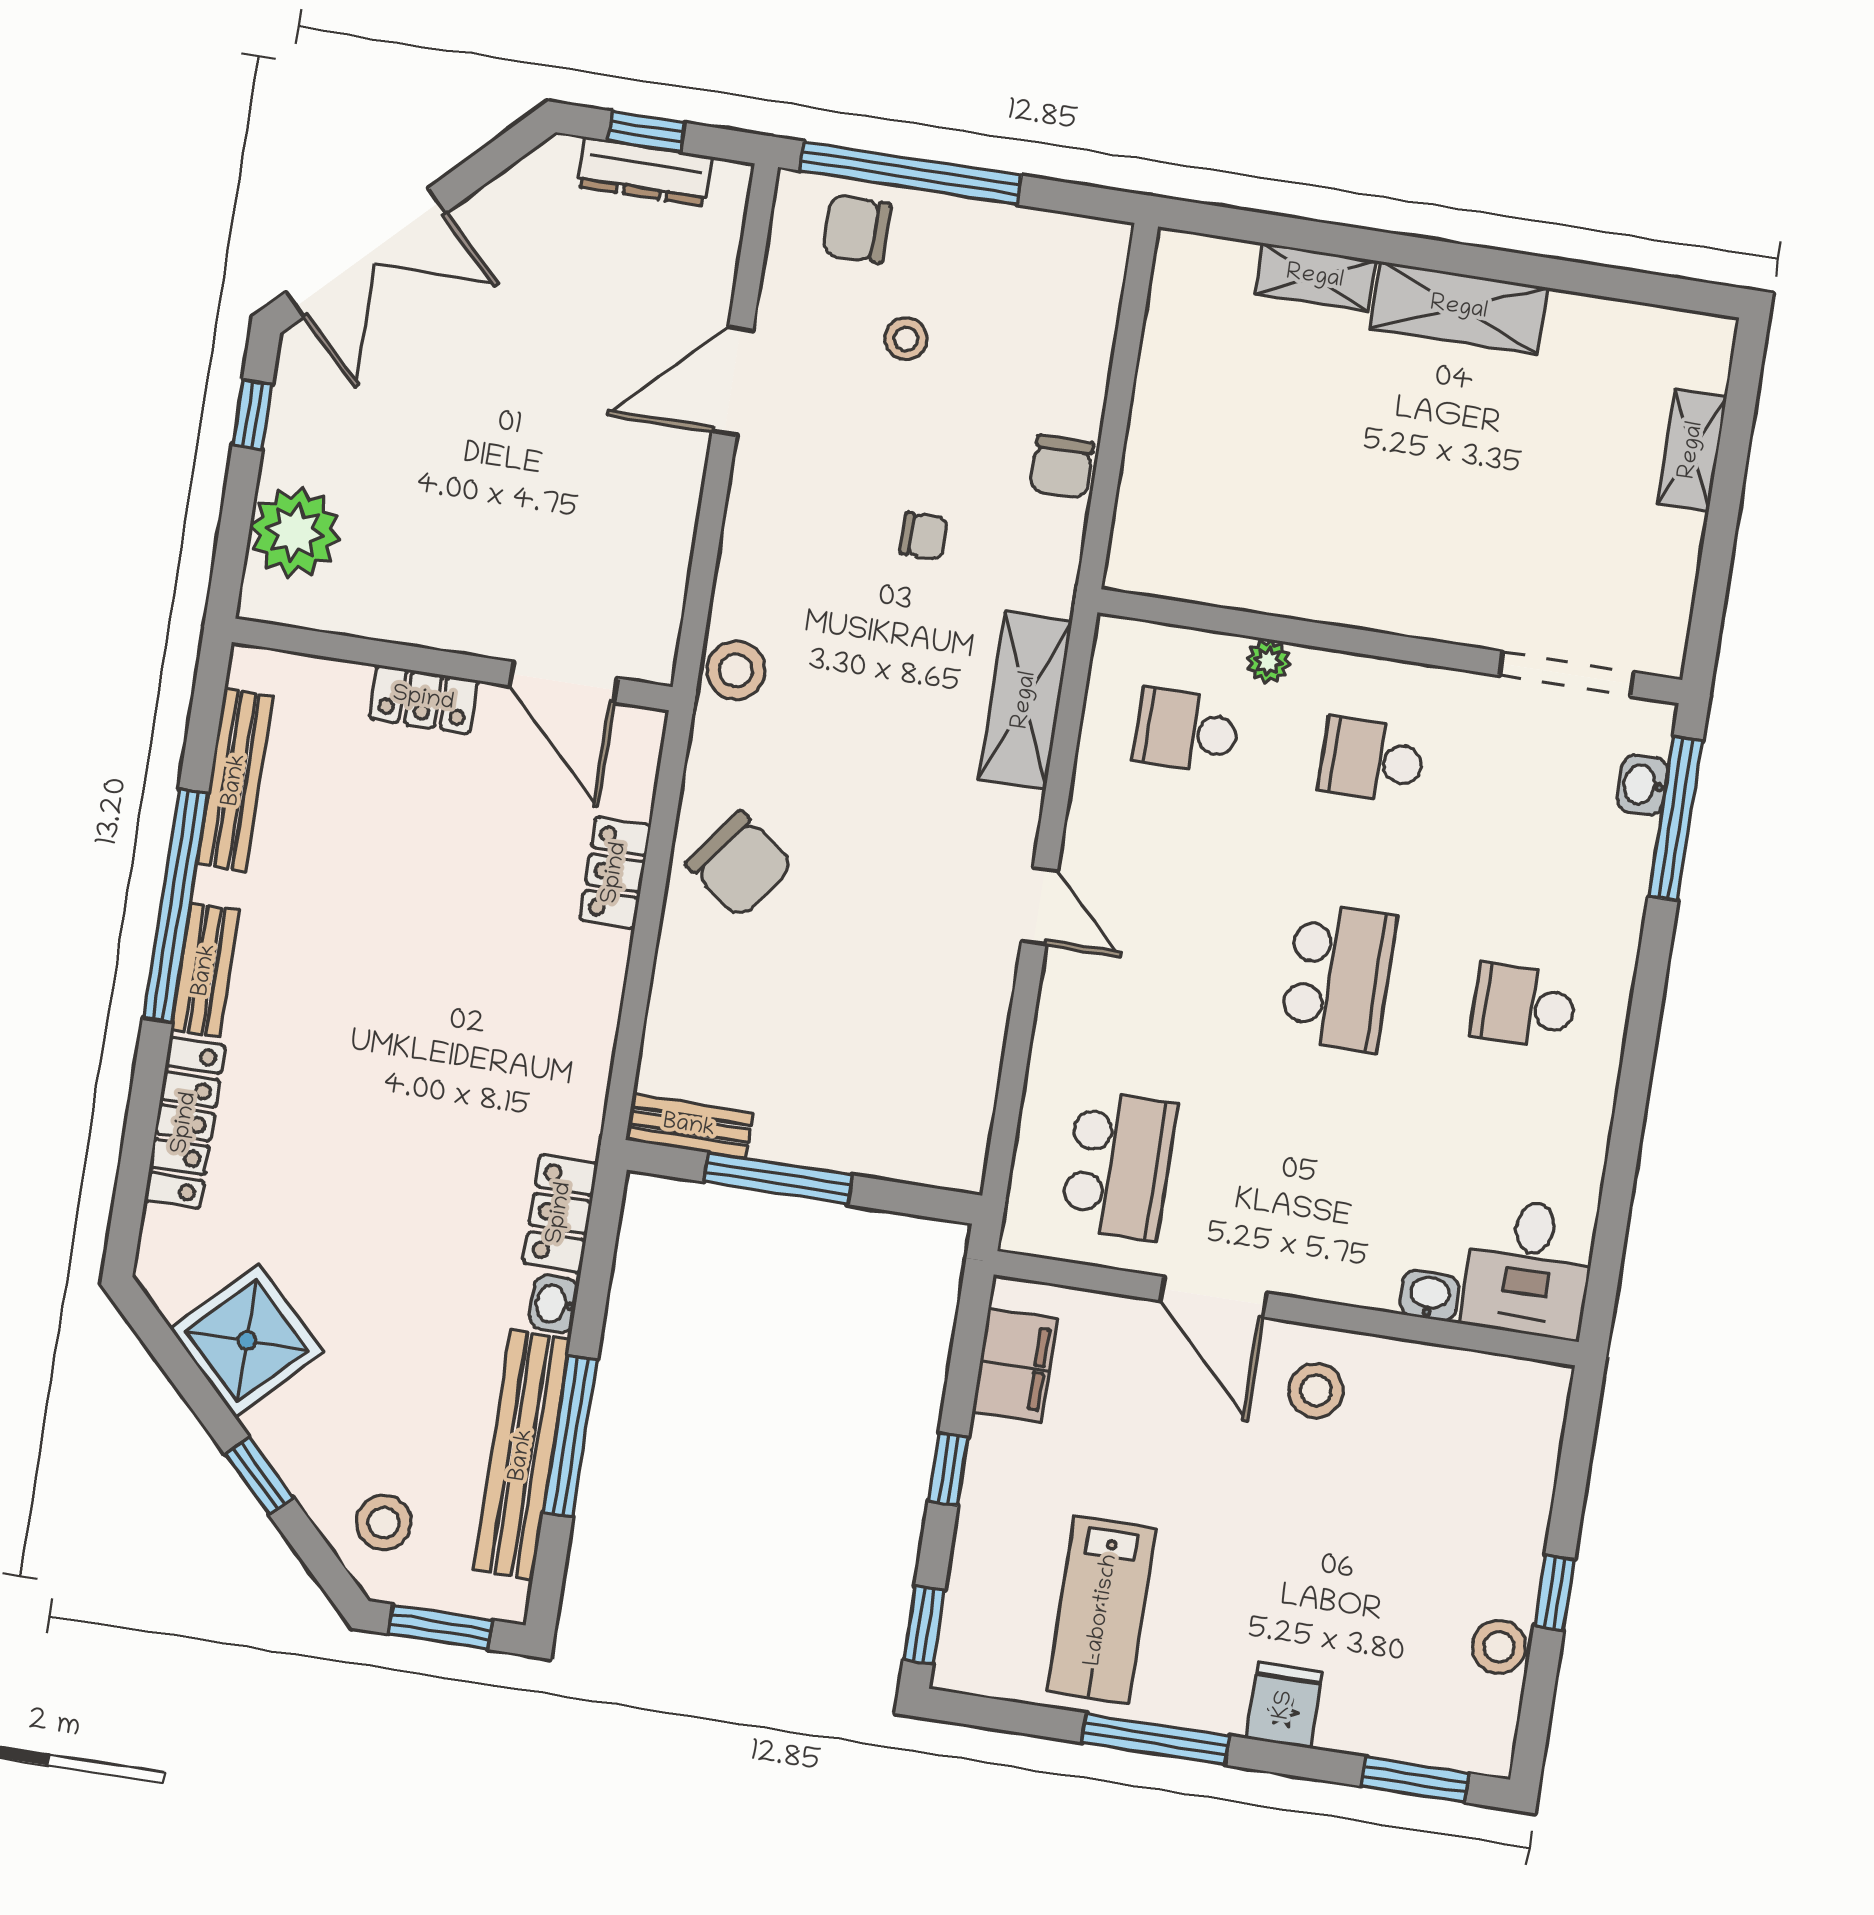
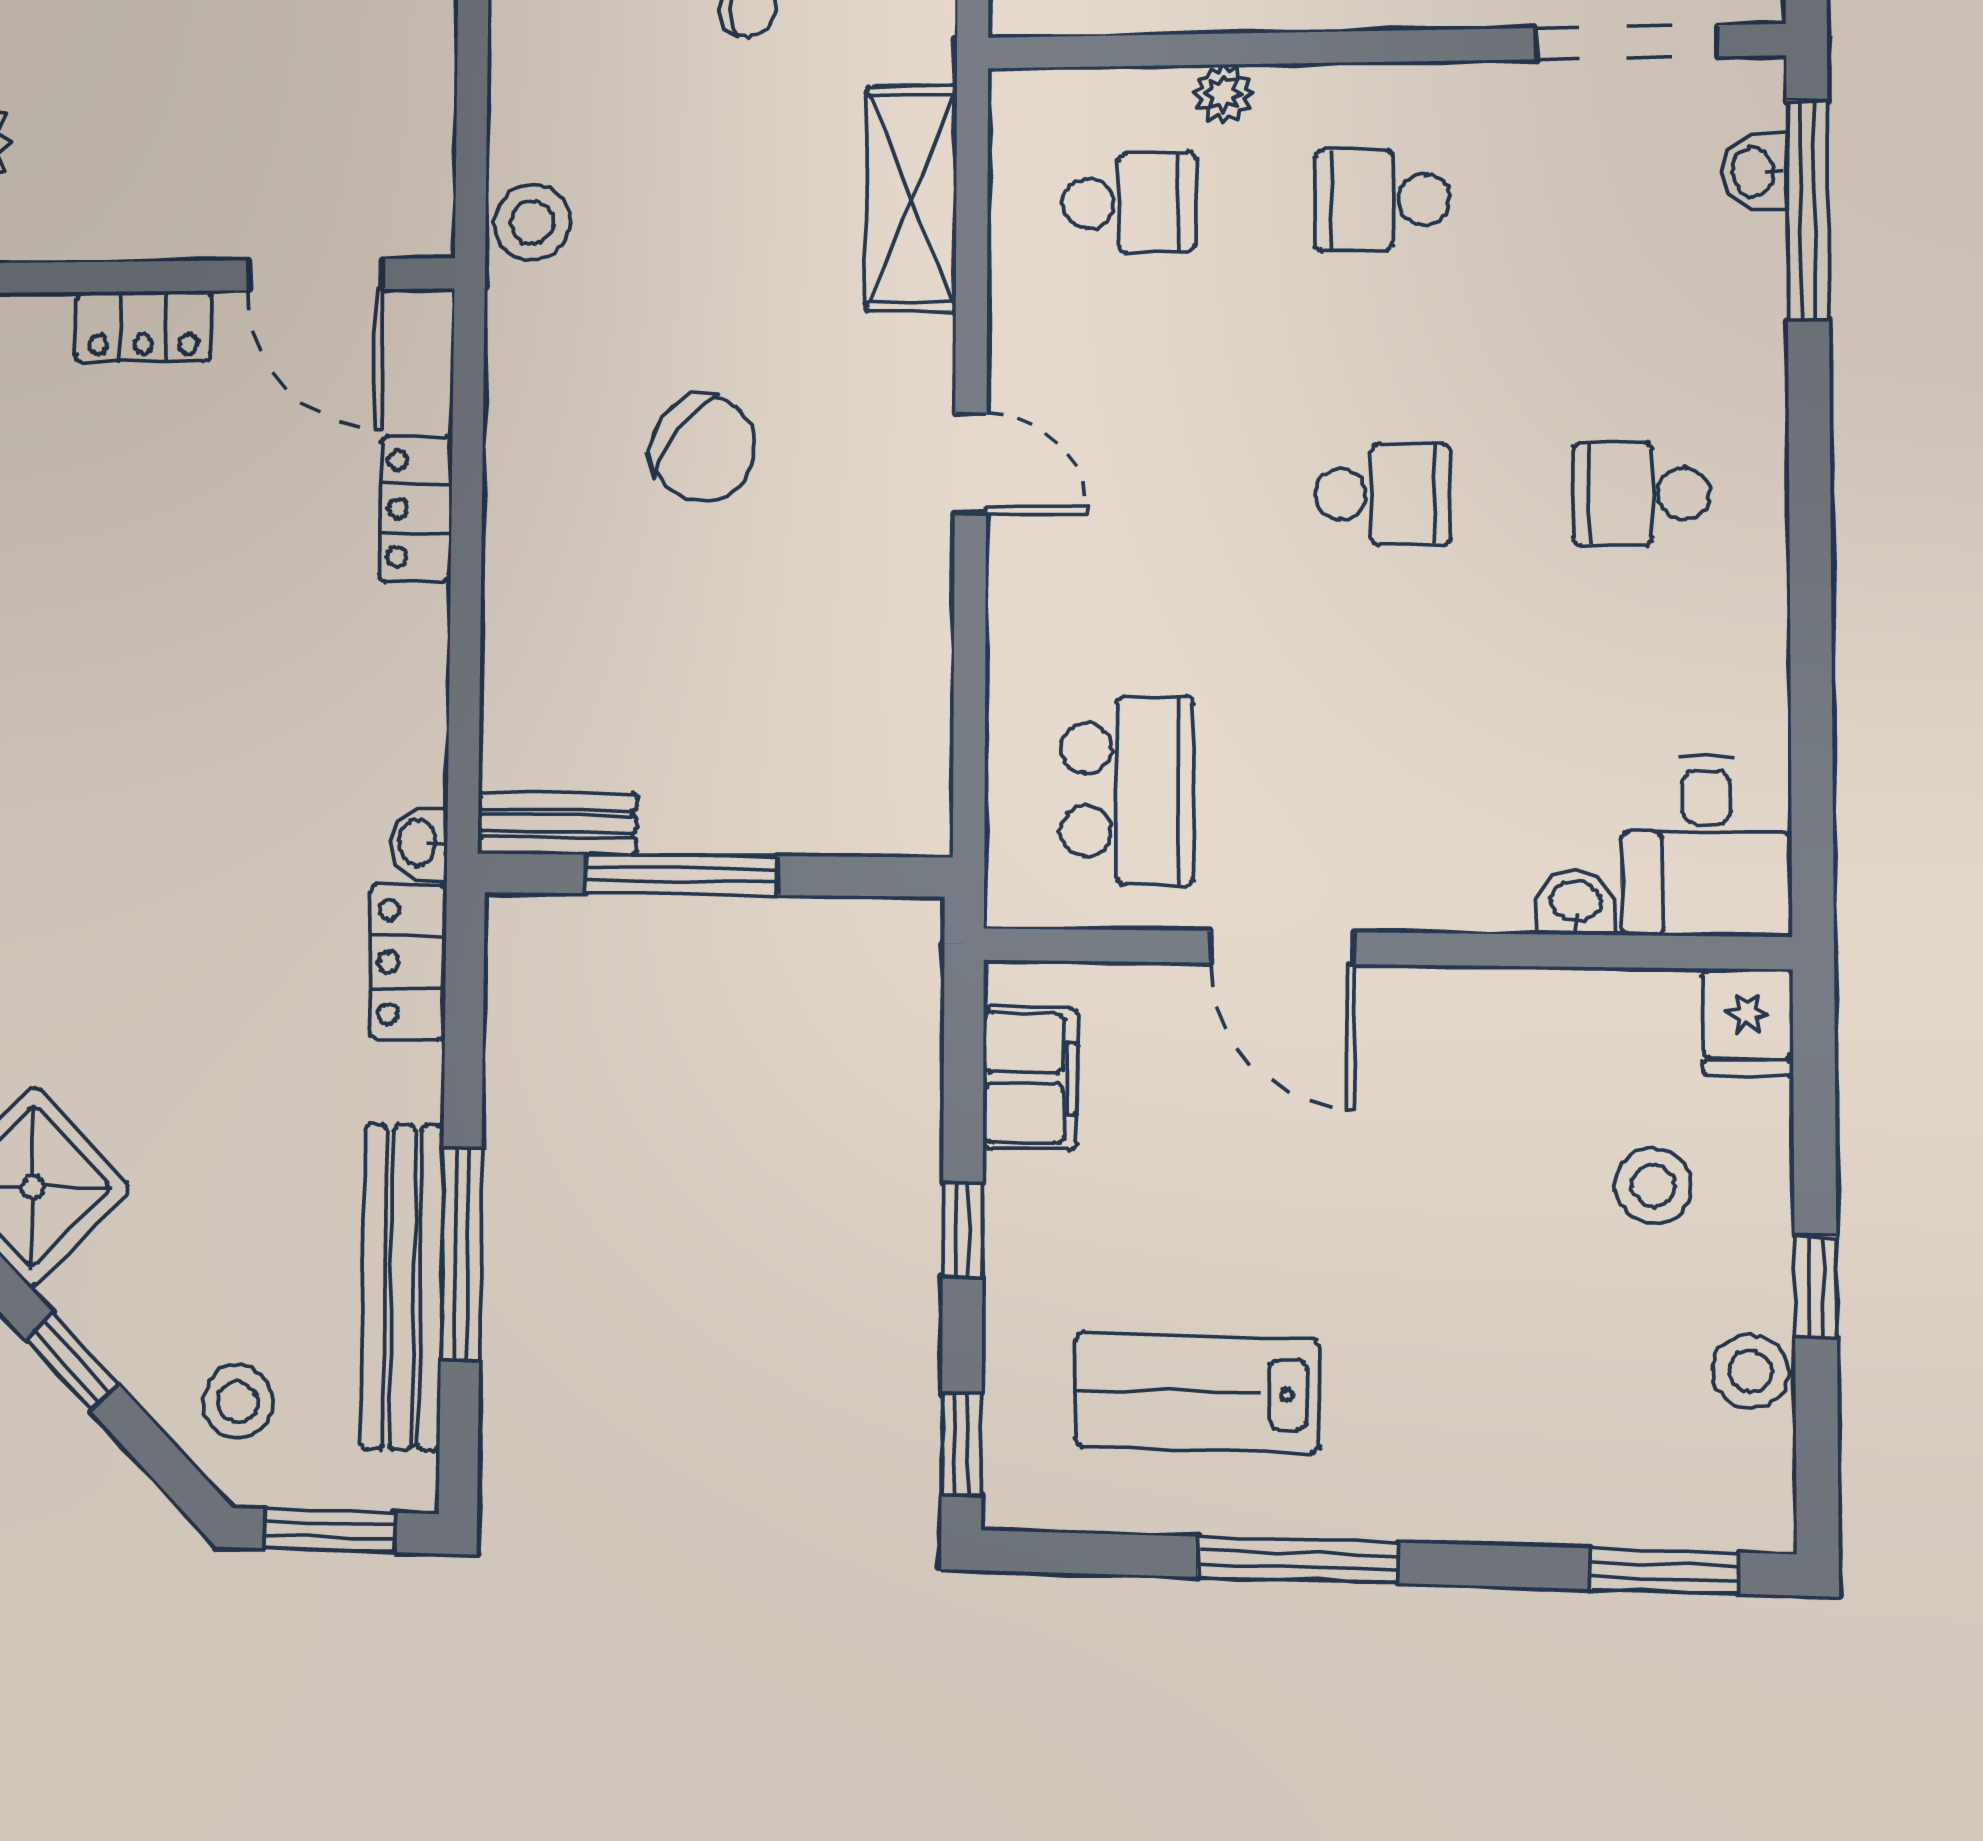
school desk: (1186, 731) -> (1129, 203), turned 180
chair: (740, 864) -> (703, 449), moved
school desk: (1338, 977) -> (1383, 494), width x0.54
washbasin: (554, 1304) -> (419, 843), moved
stool: (1316, 1390) -> (1653, 1186), moved
lab bench: (1102, 1610) -> (1197, 1392), turned 90
fridge: (1284, 1705) -> (1748, 1022), moved, turned 180

